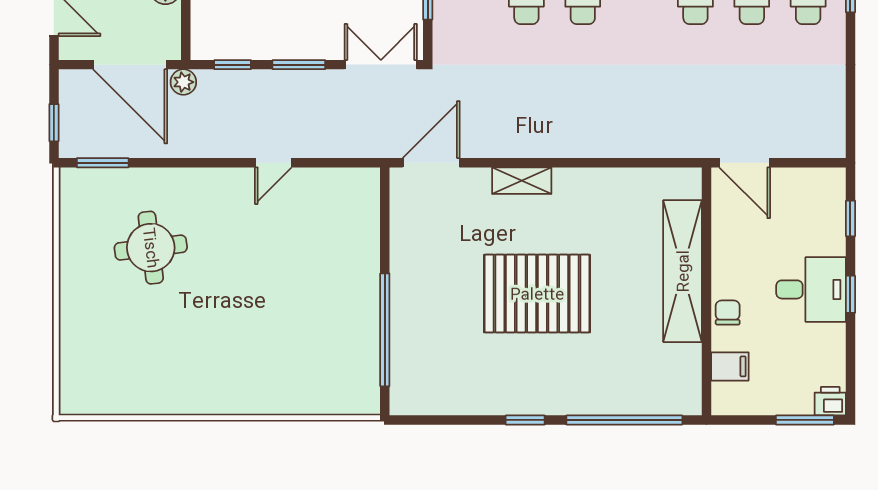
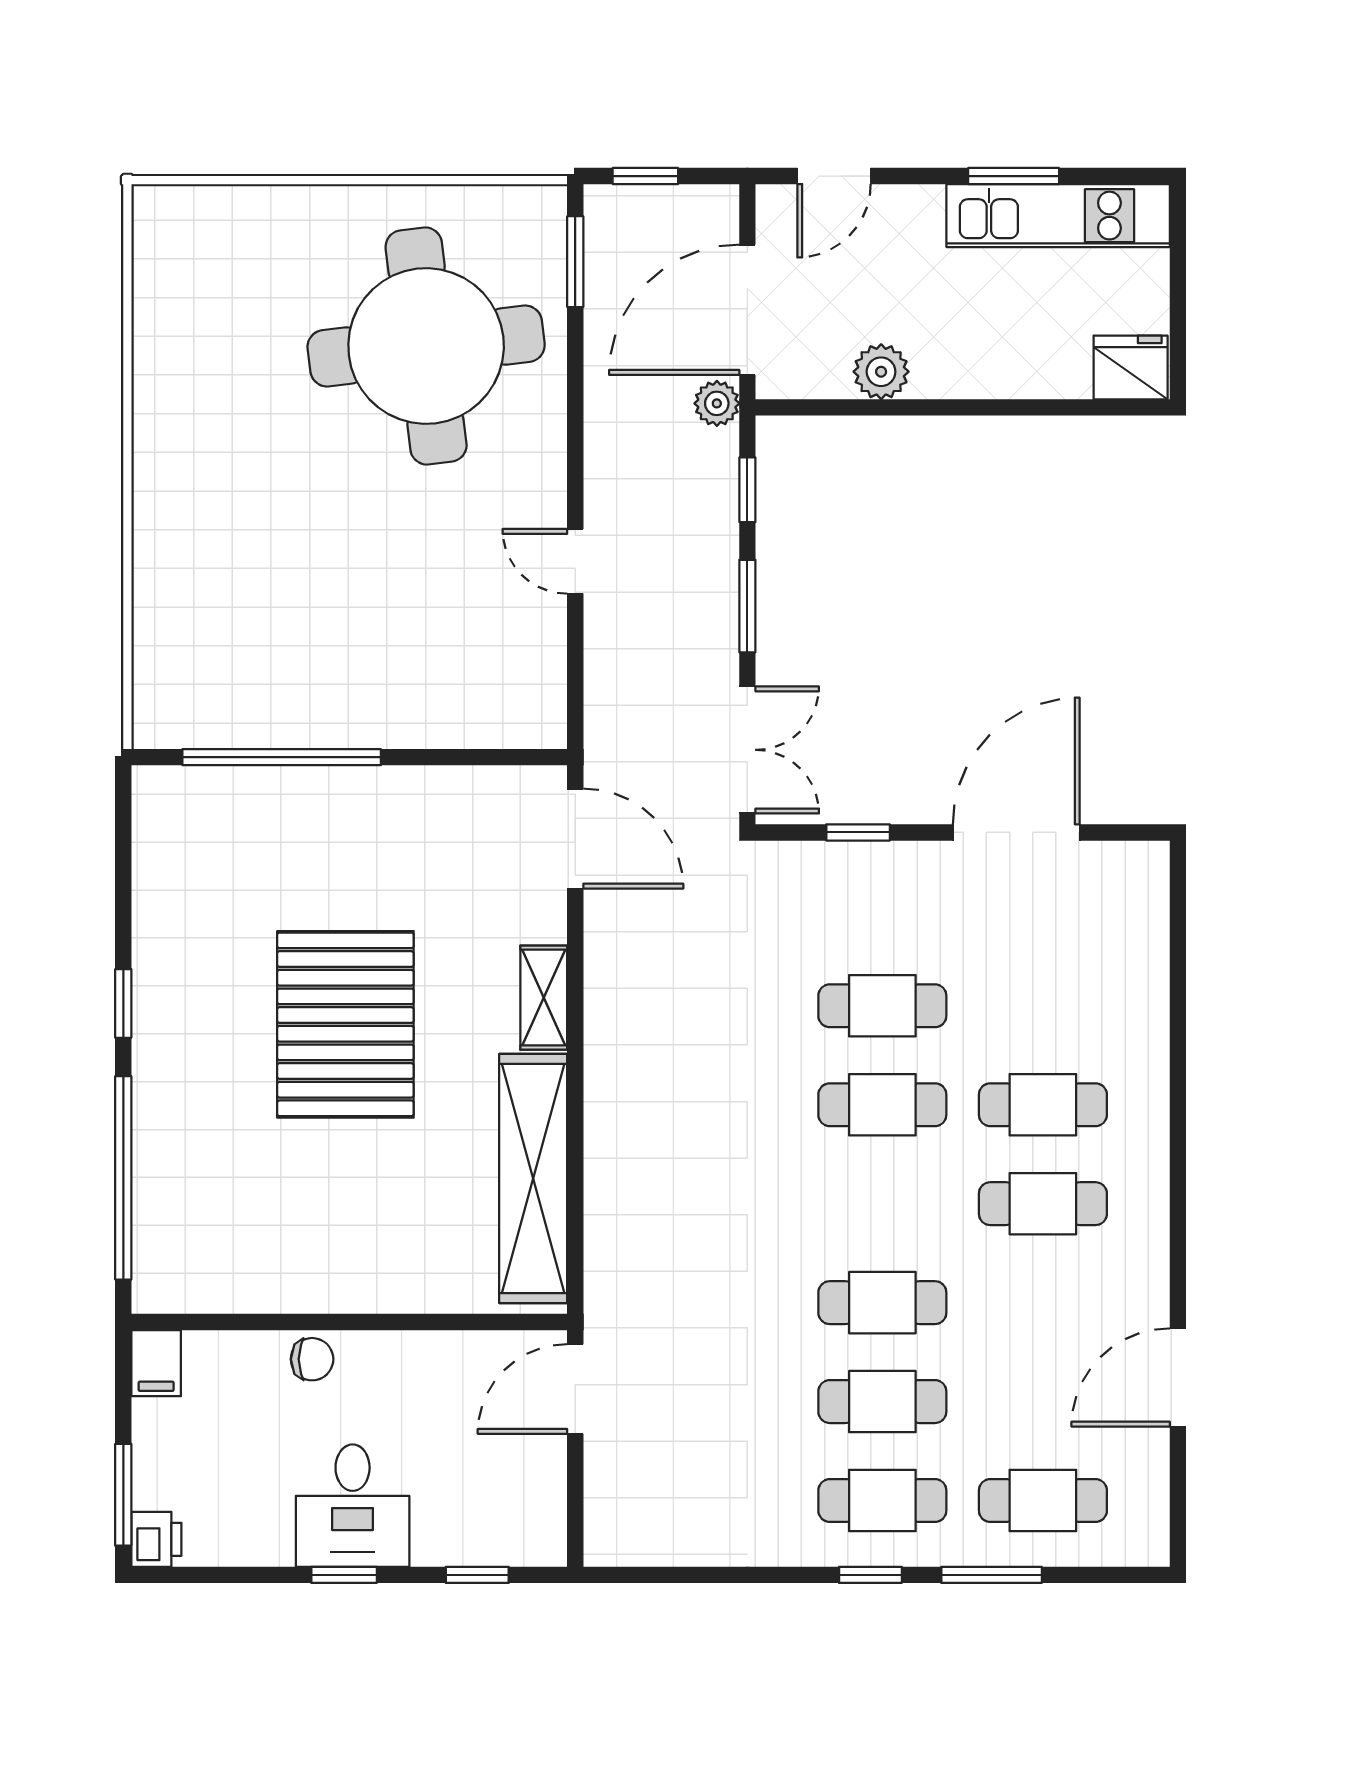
round table: (151, 248) -> (426, 346), width x1.86, depth x1.86
shelving: (683, 271) -> (533, 1179), moved, turned 90
filing cabinet: (730, 366) -> (156, 1363), moved

